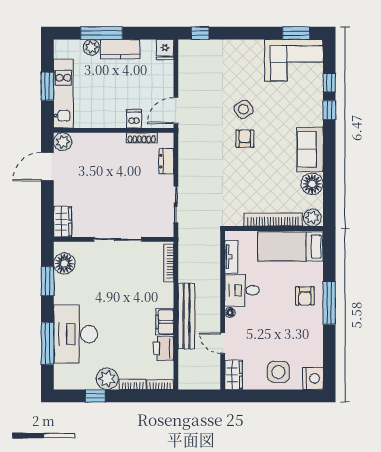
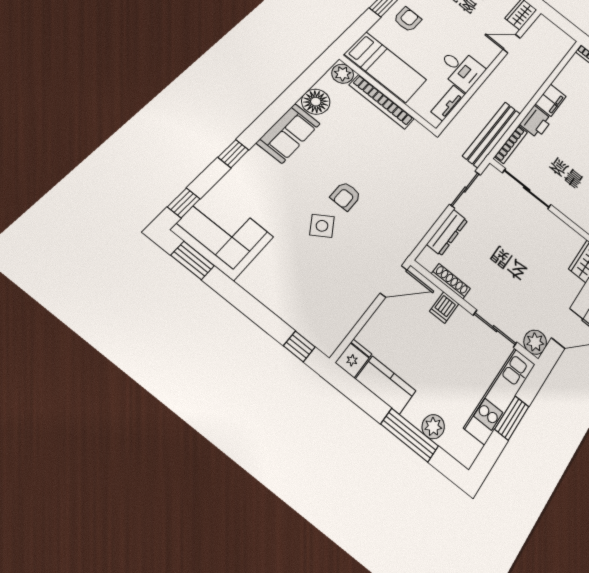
kitchen counter: (120, 49) -> (386, 385), moved
window: (329, 83) -> (184, 203), moved
sliding door: (94, 130) -> (495, 329), added
dresser: (166, 161) -> (447, 232), width x1.44
sliding door: (118, 239) -> (527, 189), moved
floor lamp: (230, 313) -> (486, 61), removed
bench: (186, 316) -> (492, 134), moved
door: (223, 343) -> (512, 44), swing flipped
printer: (163, 348) -> (536, 122), moved

